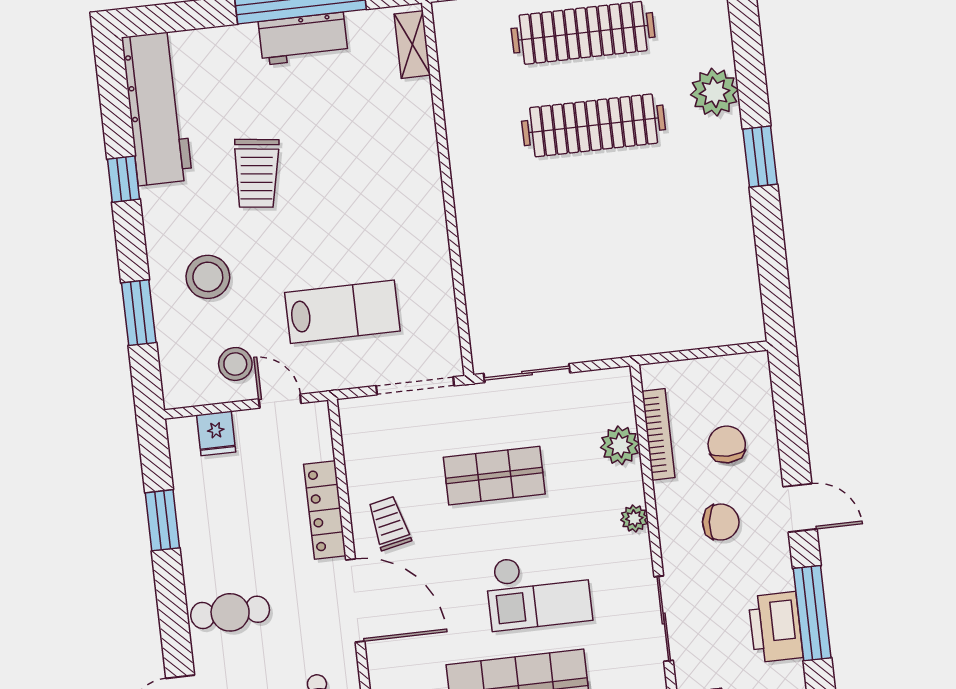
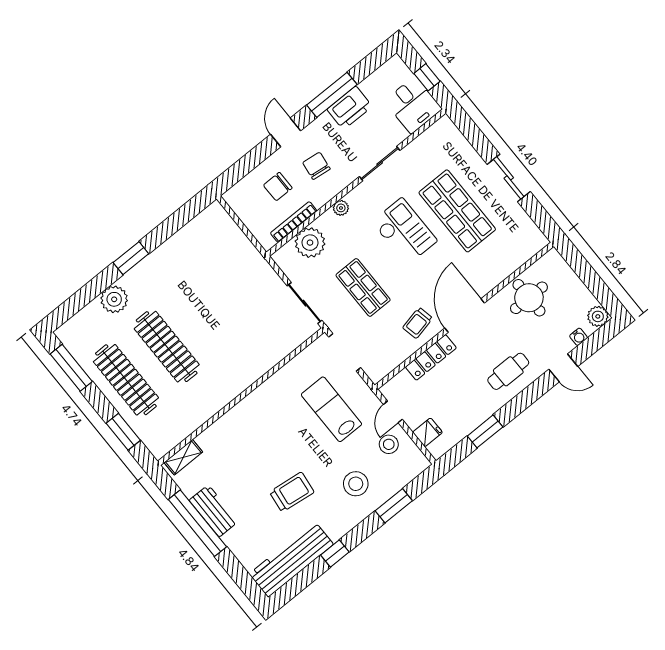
plant: (620, 445) -> (310, 243), width x1.36, depth x1.36
cafe table: (230, 612) -> (508, 371), turned 90

